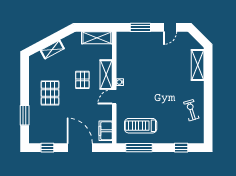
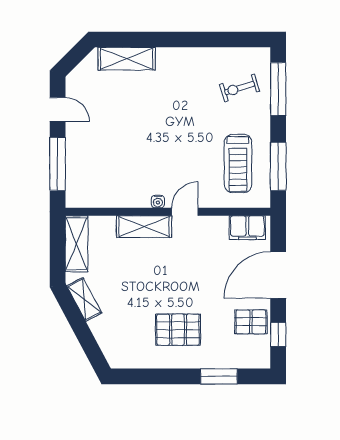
window: (140, 27) -> (58, 164), width x1.44
shelving: (52, 50) -> (84, 299), moved
pallet: (82, 80) -> (251, 322), moved
door: (114, 97) -> (185, 212), swing flipped
exercise bike: (191, 110) -> (239, 88), moved
window: (181, 148) -> (278, 89), width x2.17

